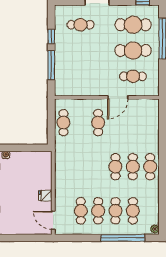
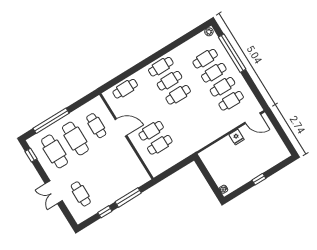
cafe table: (63, 123) -> (160, 145), moved
cafe table: (150, 123) -> (125, 89), added
door: (53, 220) -> (253, 118), hinge flipped

